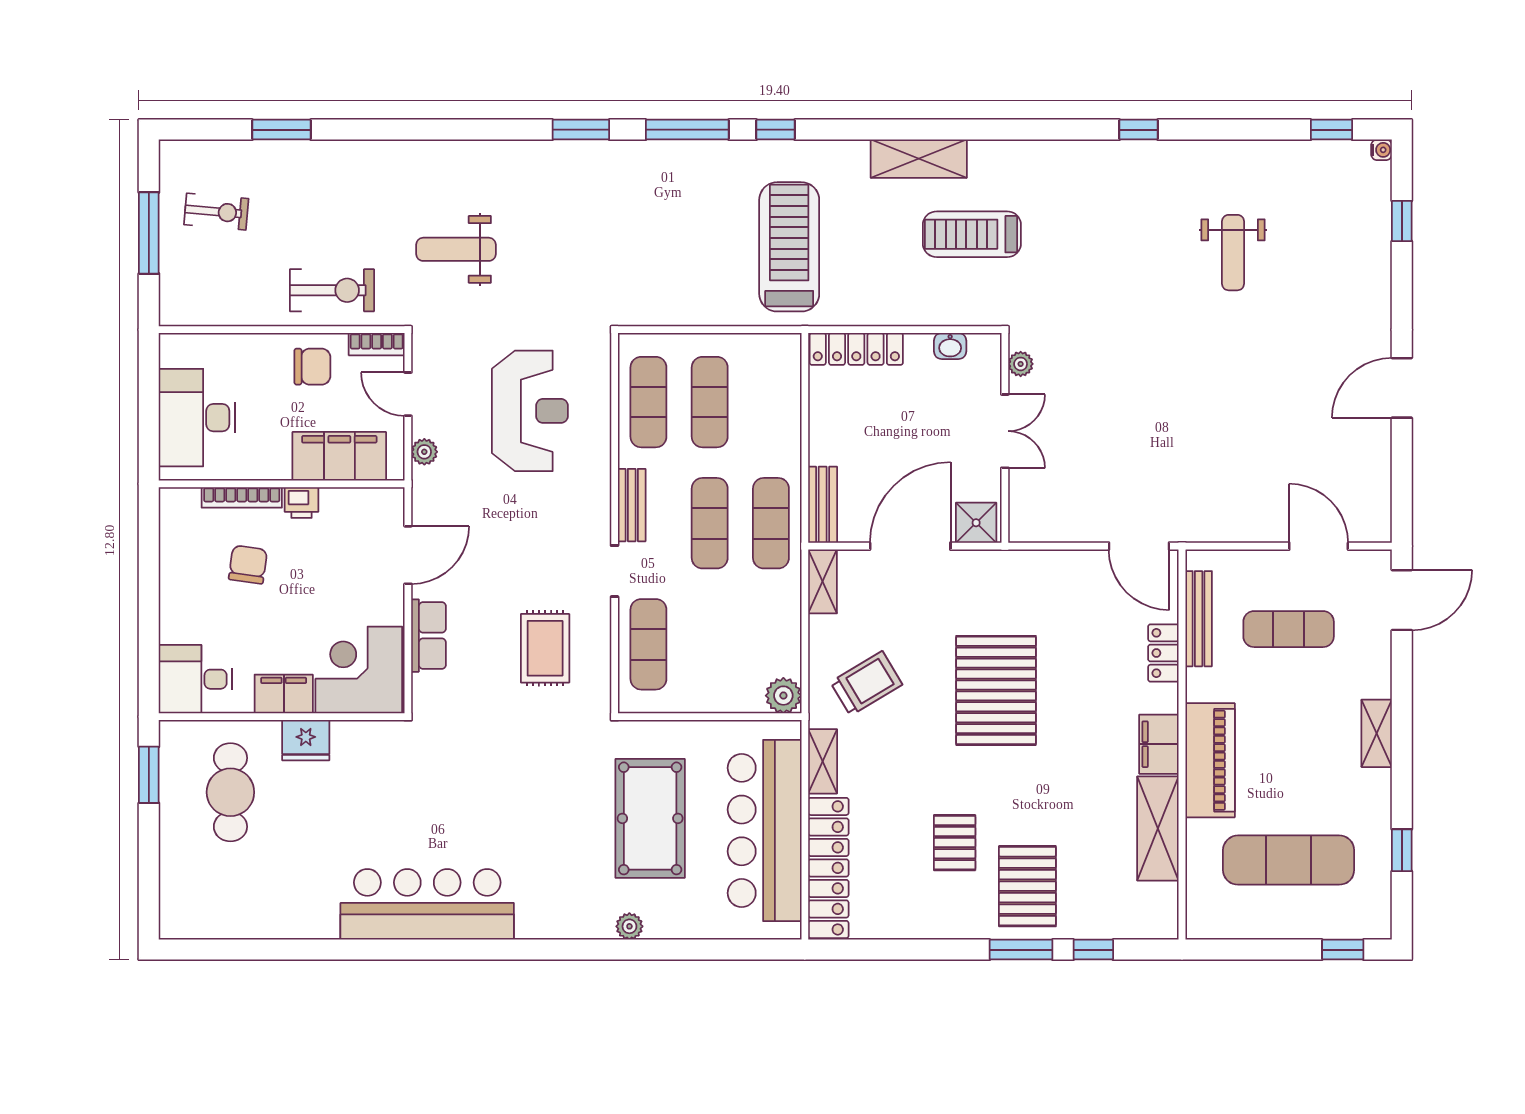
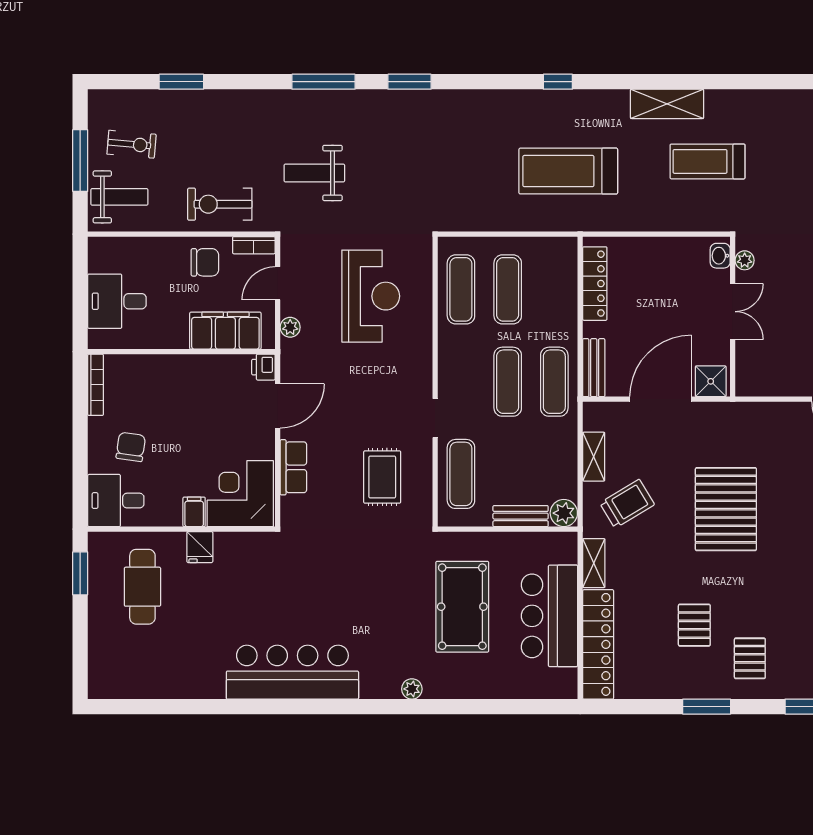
window: (687, 130) -> (324, 82), moved
treadmill: (789, 247) -> (568, 171), turned -90
weight bench: (200, 281) -> (119, 197), added
exercise bike: (332, 290) -> (220, 204), turned 180
washbasin: (950, 346) -> (720, 256), moved, turned 90
locker: (856, 349) -> (595, 284), moved, turned -90
door: (408, 394) -> (278, 283), hinge flipped
desk: (197, 418) -> (117, 301), width x0.73
bookcase: (242, 497) -> (96, 385), moved, turned -90
printer: (302, 503) -> (263, 367), moved, turned 90
bench: (632, 505) -> (521, 516), moved, turned 90
chair: (248, 565) -> (131, 447), moved
shelving: (822, 581) -> (594, 457), moved
filing cabinet: (284, 694) -> (194, 512), width x0.50
fridge: (306, 740) -> (200, 547), width x0.72
bar counter: (765, 830) -> (549, 616), width x0.73
pallet: (1027, 886) -> (750, 658), width x0.67, depth x0.71
plant: (629, 926) -> (412, 689), moved
window: (1021, 950) -> (707, 707), moved

